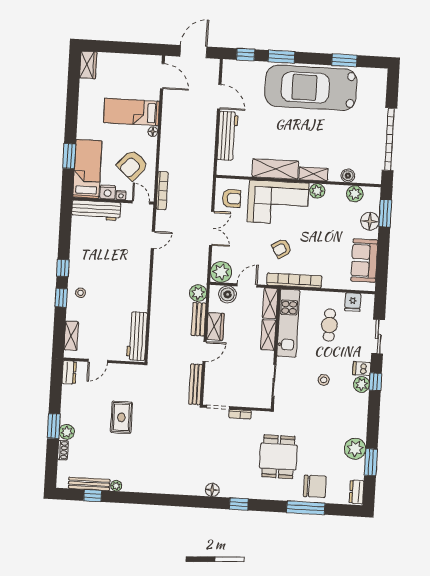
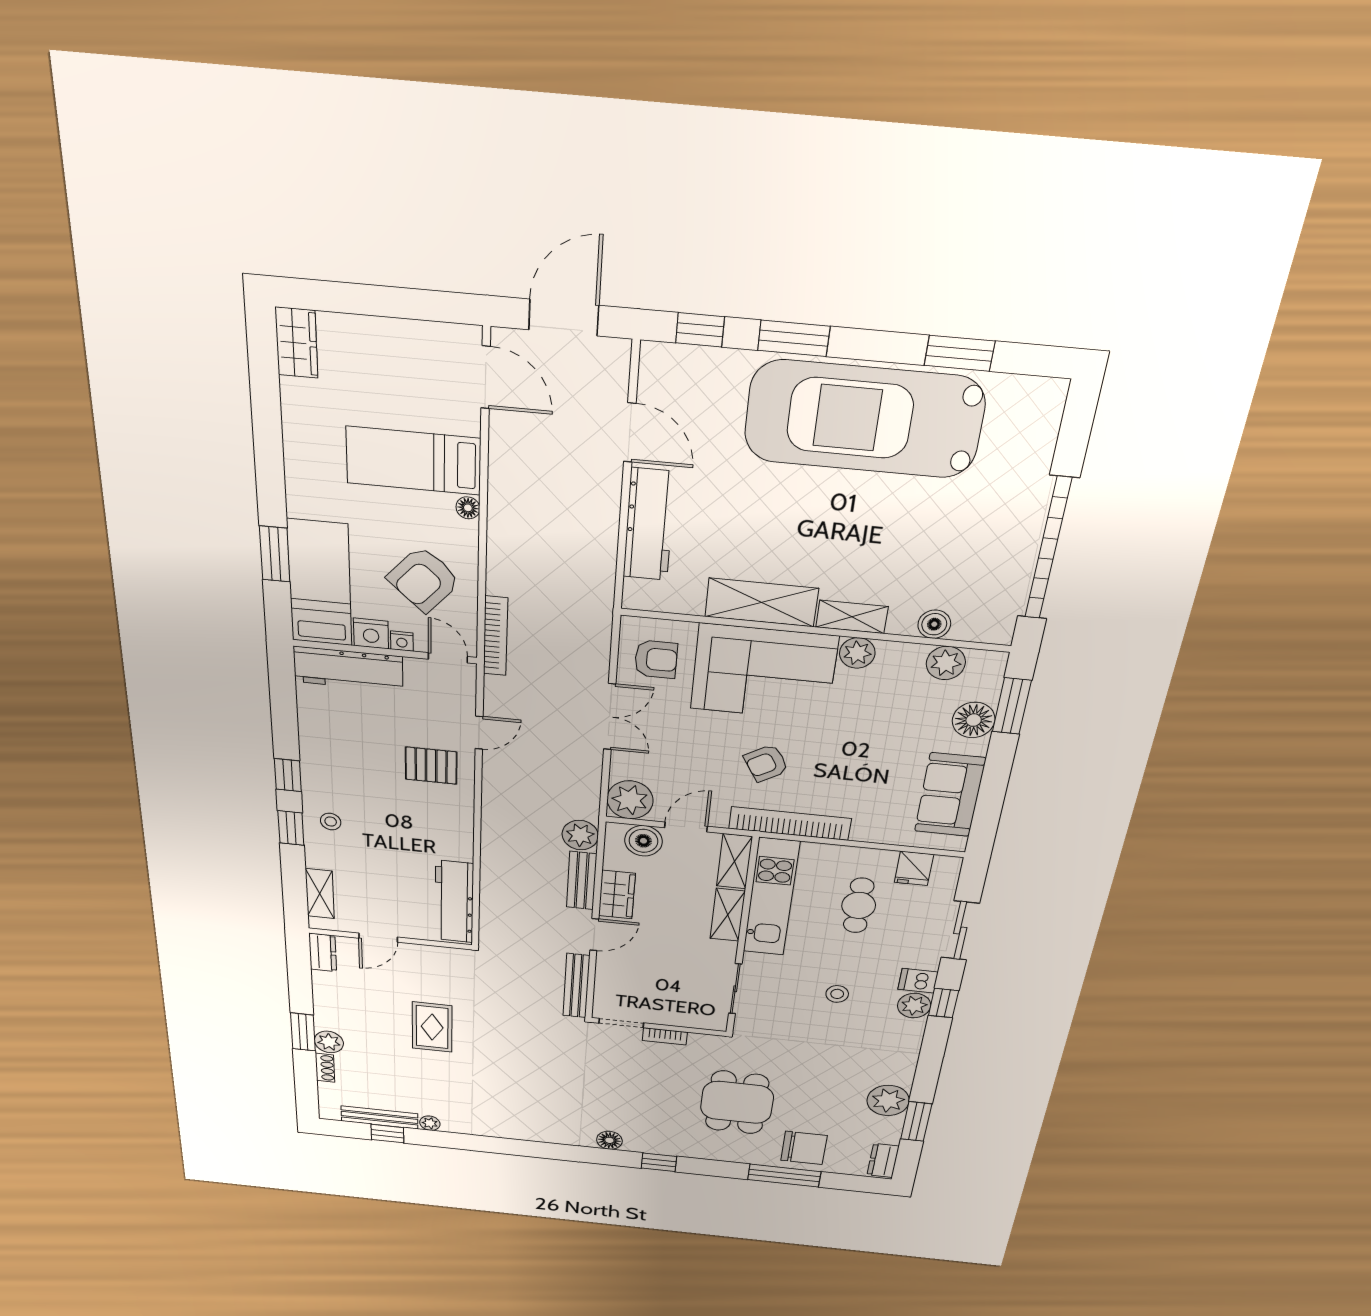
pallet: (130, 259) -> (431, 766), added

